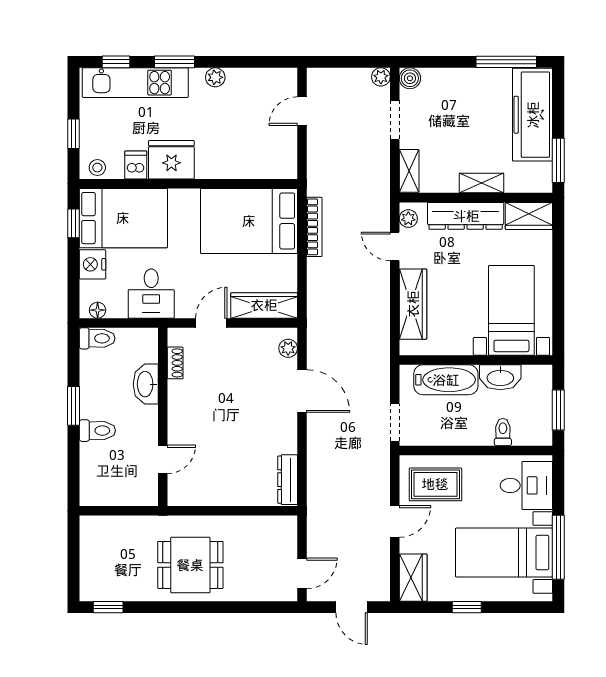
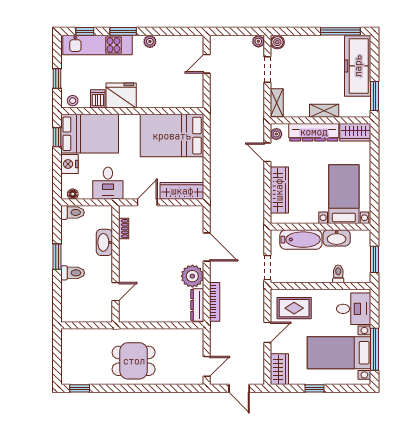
bookcase: (314, 227) -> (215, 302), moved
plant: (288, 348) -> (192, 276), moved, width x1.87, depth x1.87

